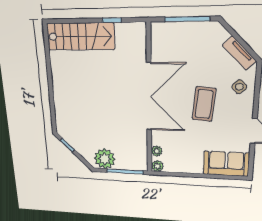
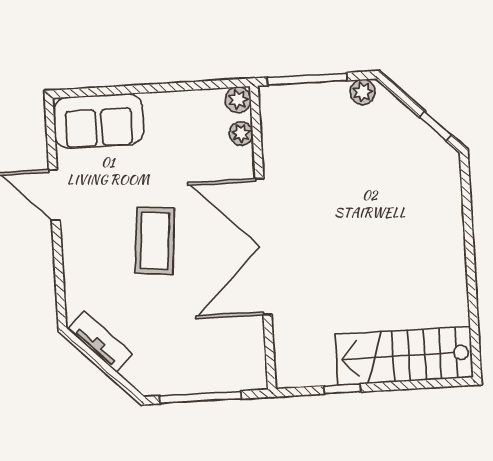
side table: (239, 87) -> (92, 280), removed
plant: (105, 159) -> (363, 92), width x0.53, depth x0.53

